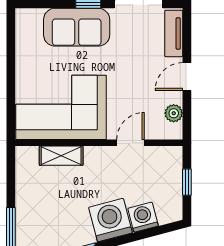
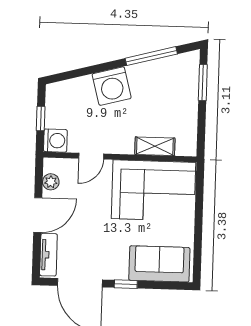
sofa: (77, 27) -> (159, 264), moved
door: (187, 76) -> (38, 215), width x1.38
washing machine: (143, 217) -> (55, 141), moved, turned -75

